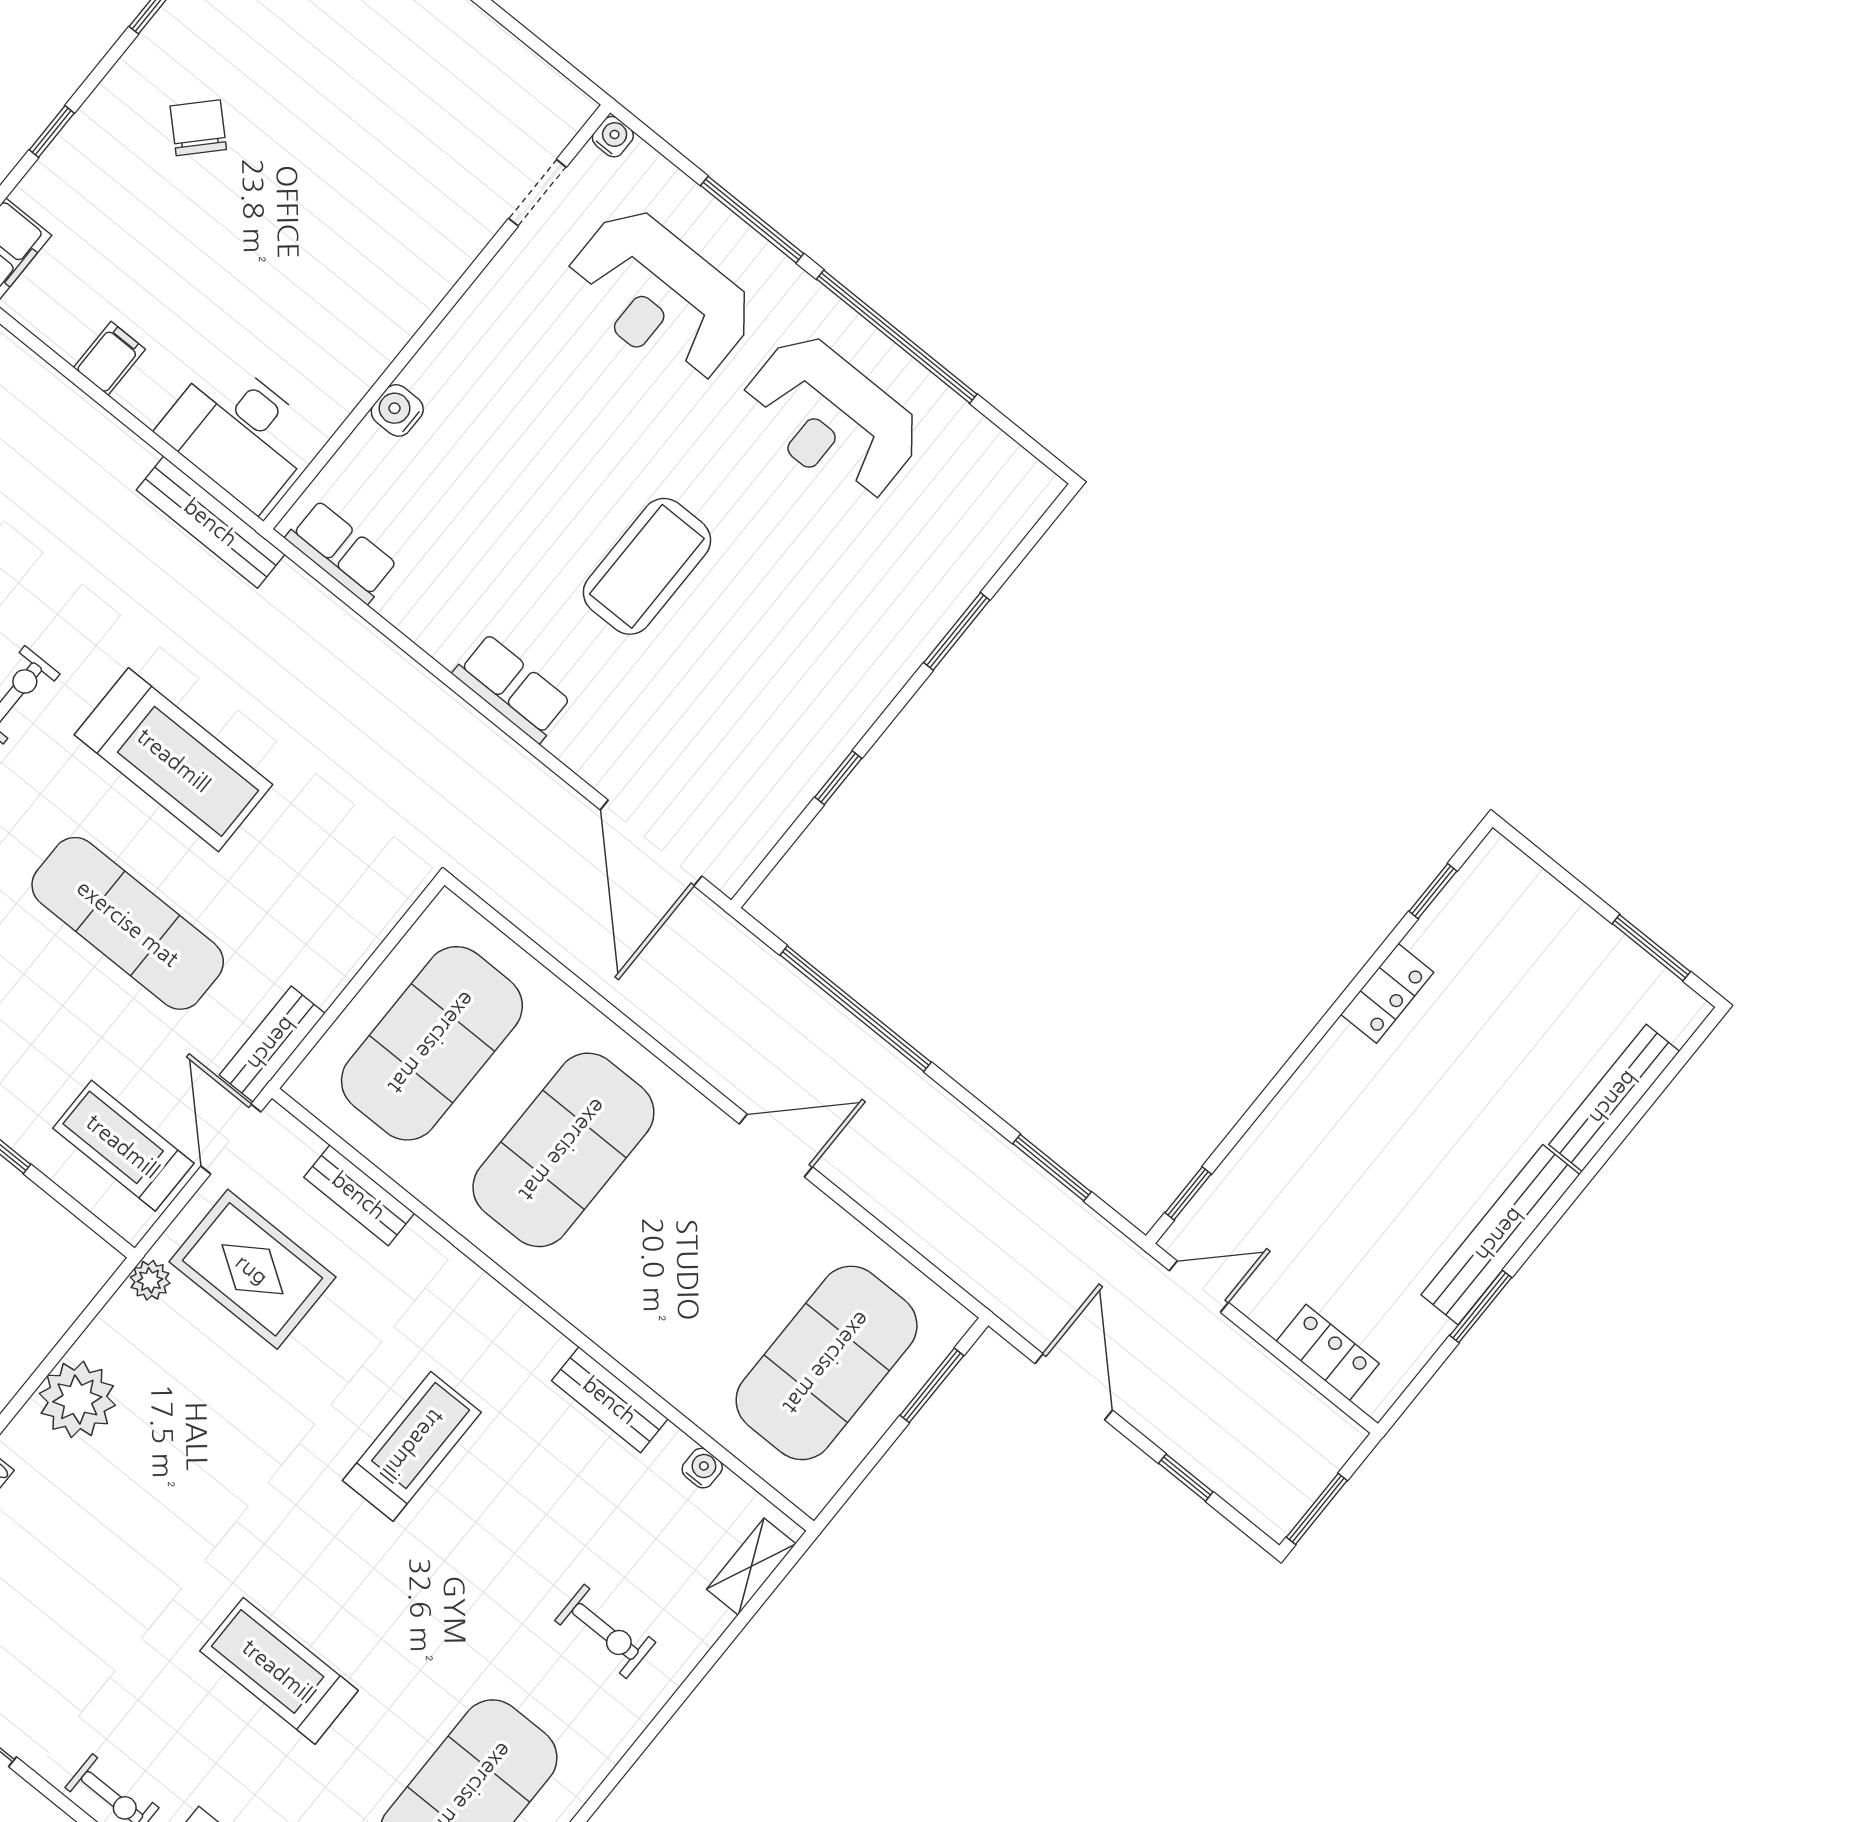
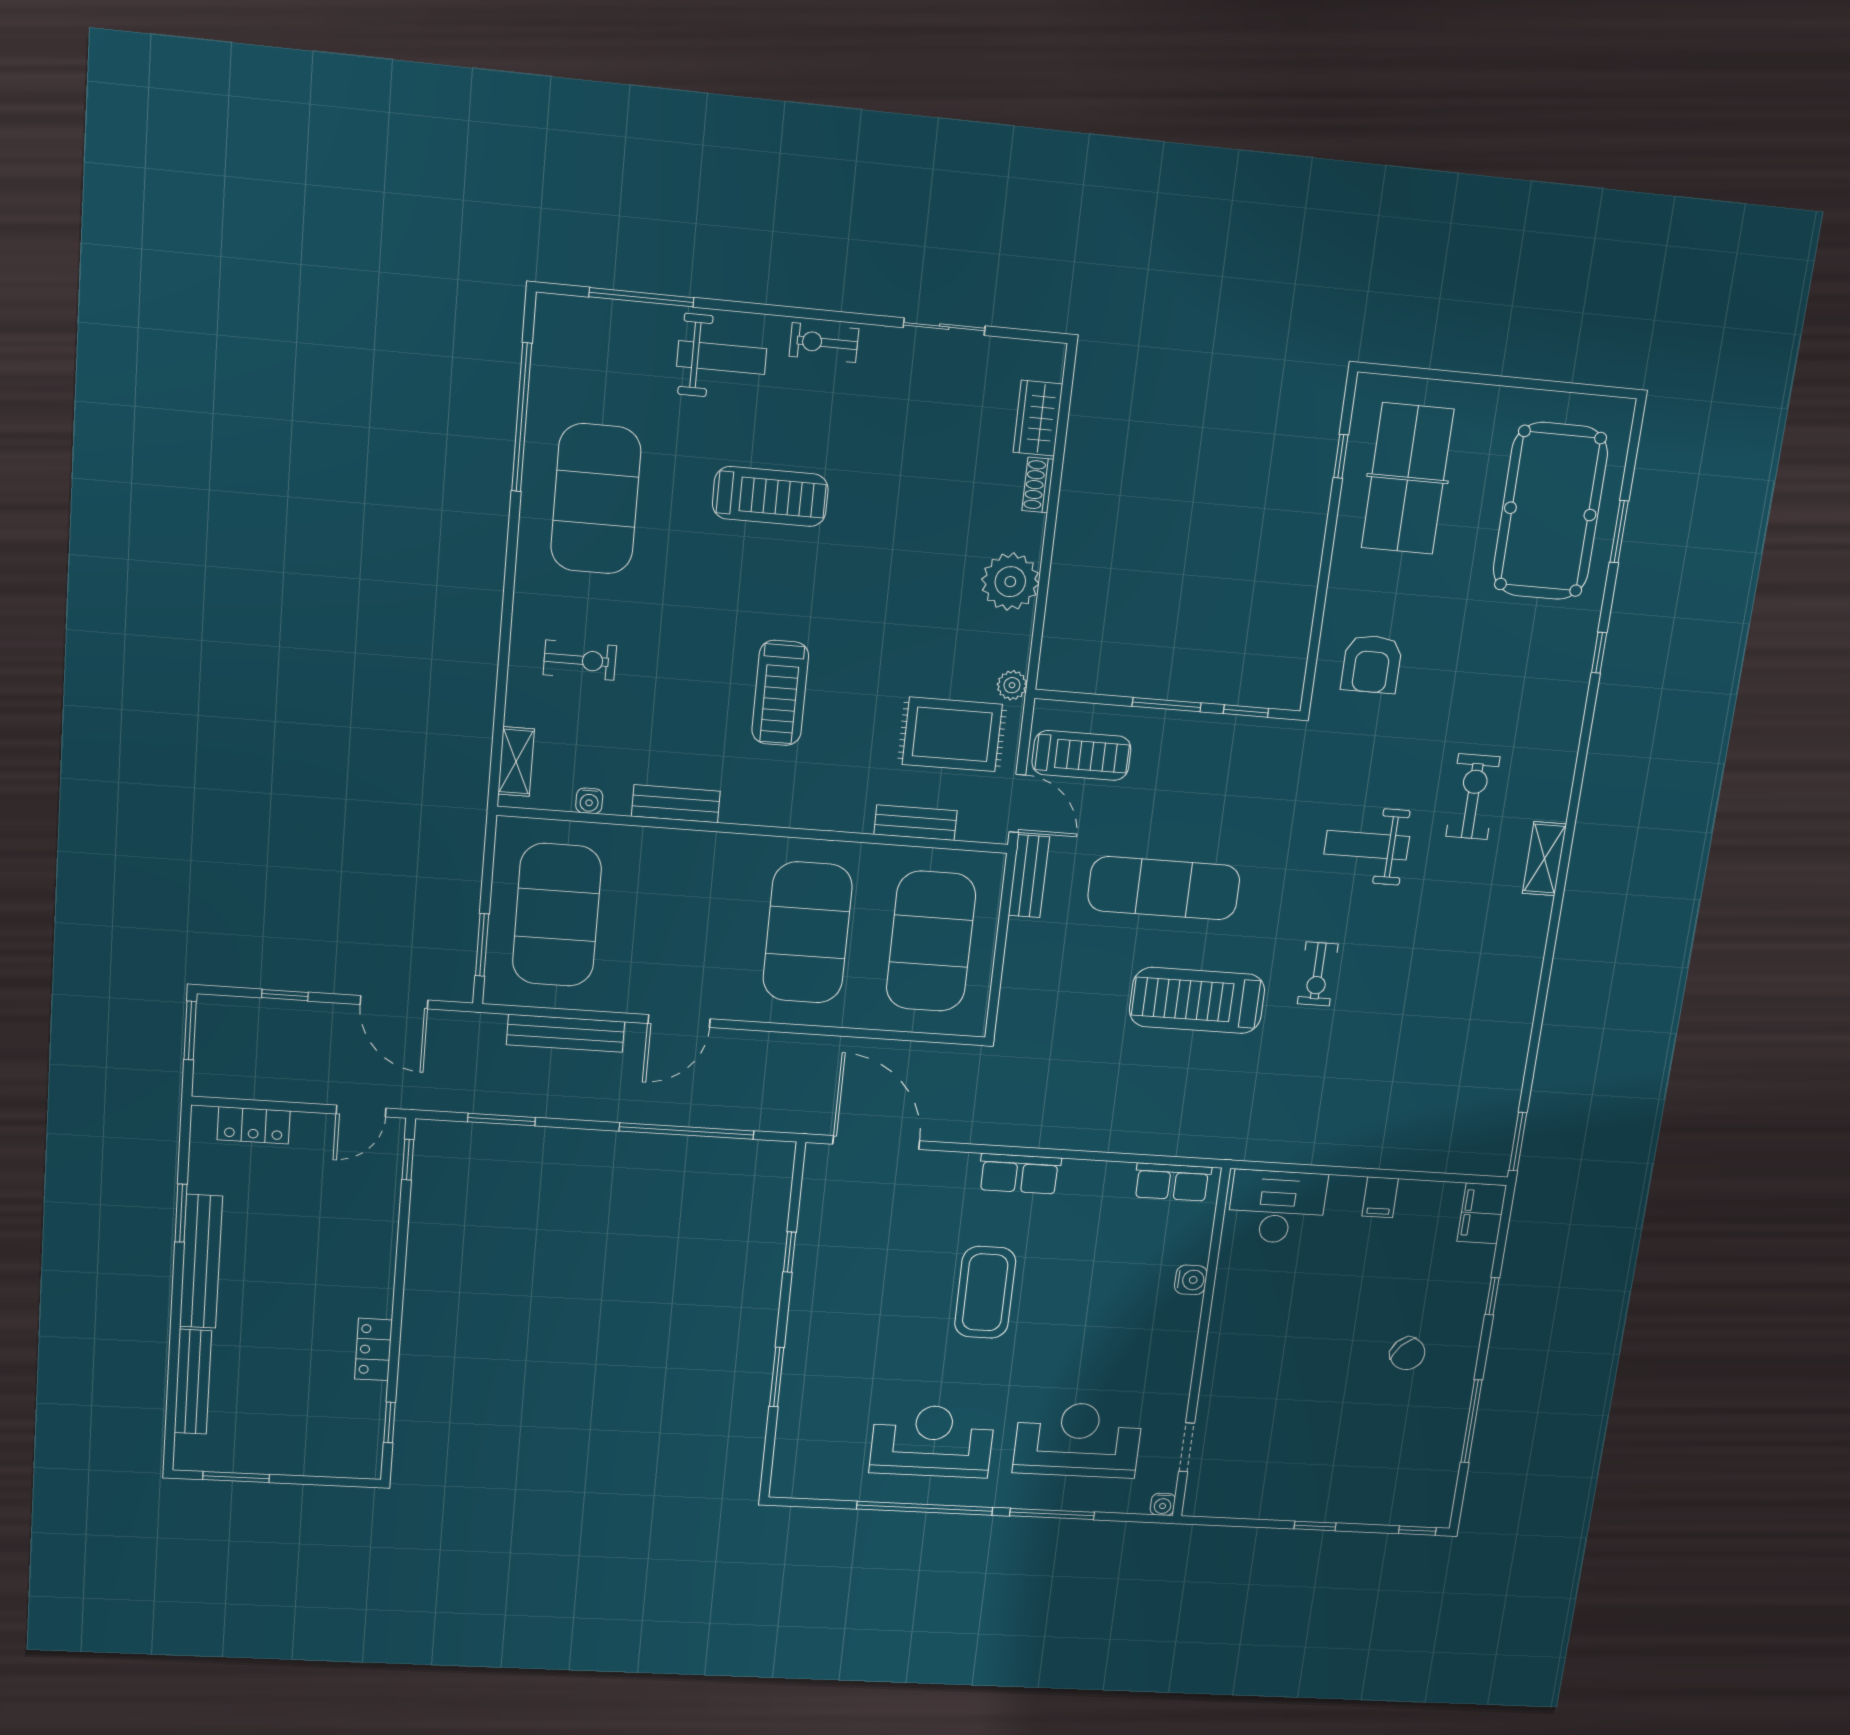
bench: (211, 522) -> (566, 1033), moved
exercise bike: (605, 1631) -> (580, 660), turned 180

